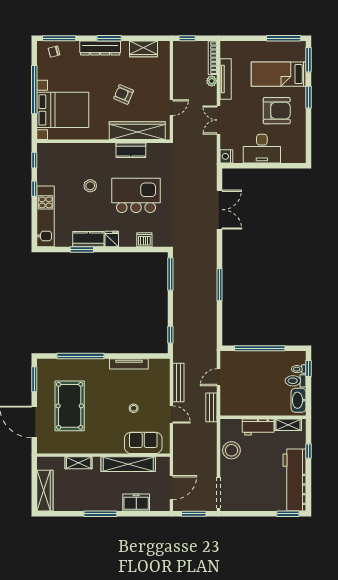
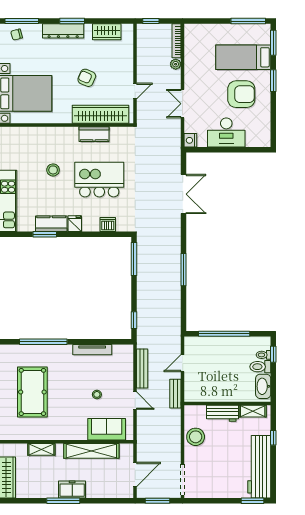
tv unit: (226, 79) -> (190, 62), removed
freezer: (136, 503) -> (72, 490), moved

